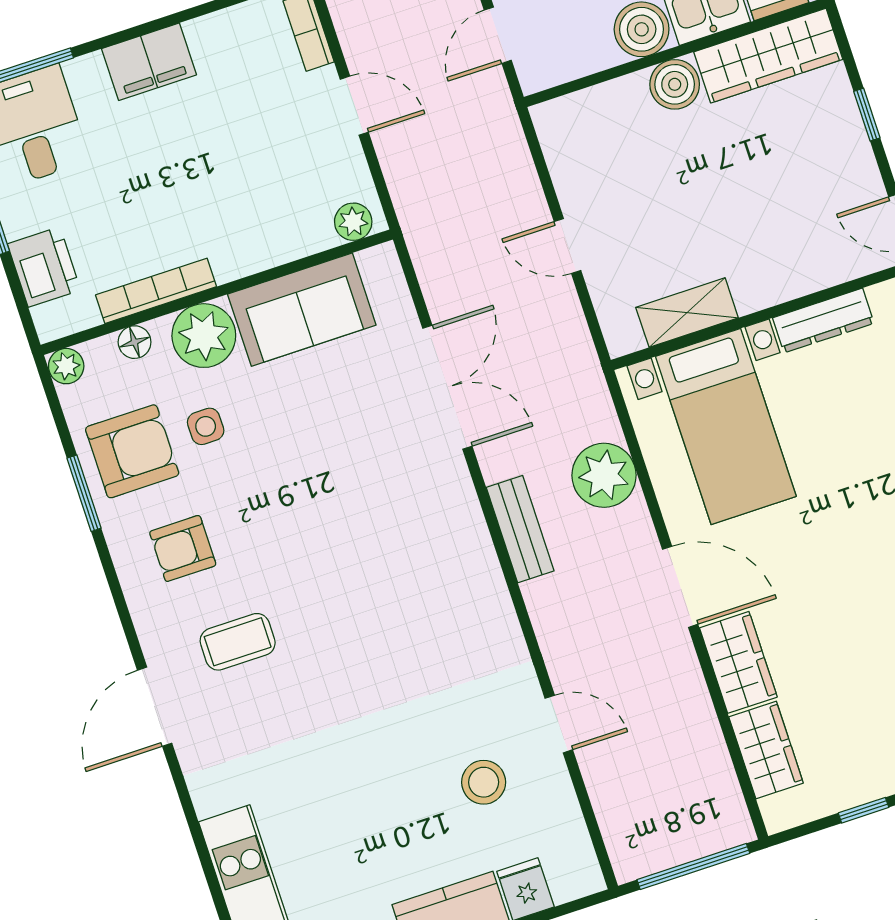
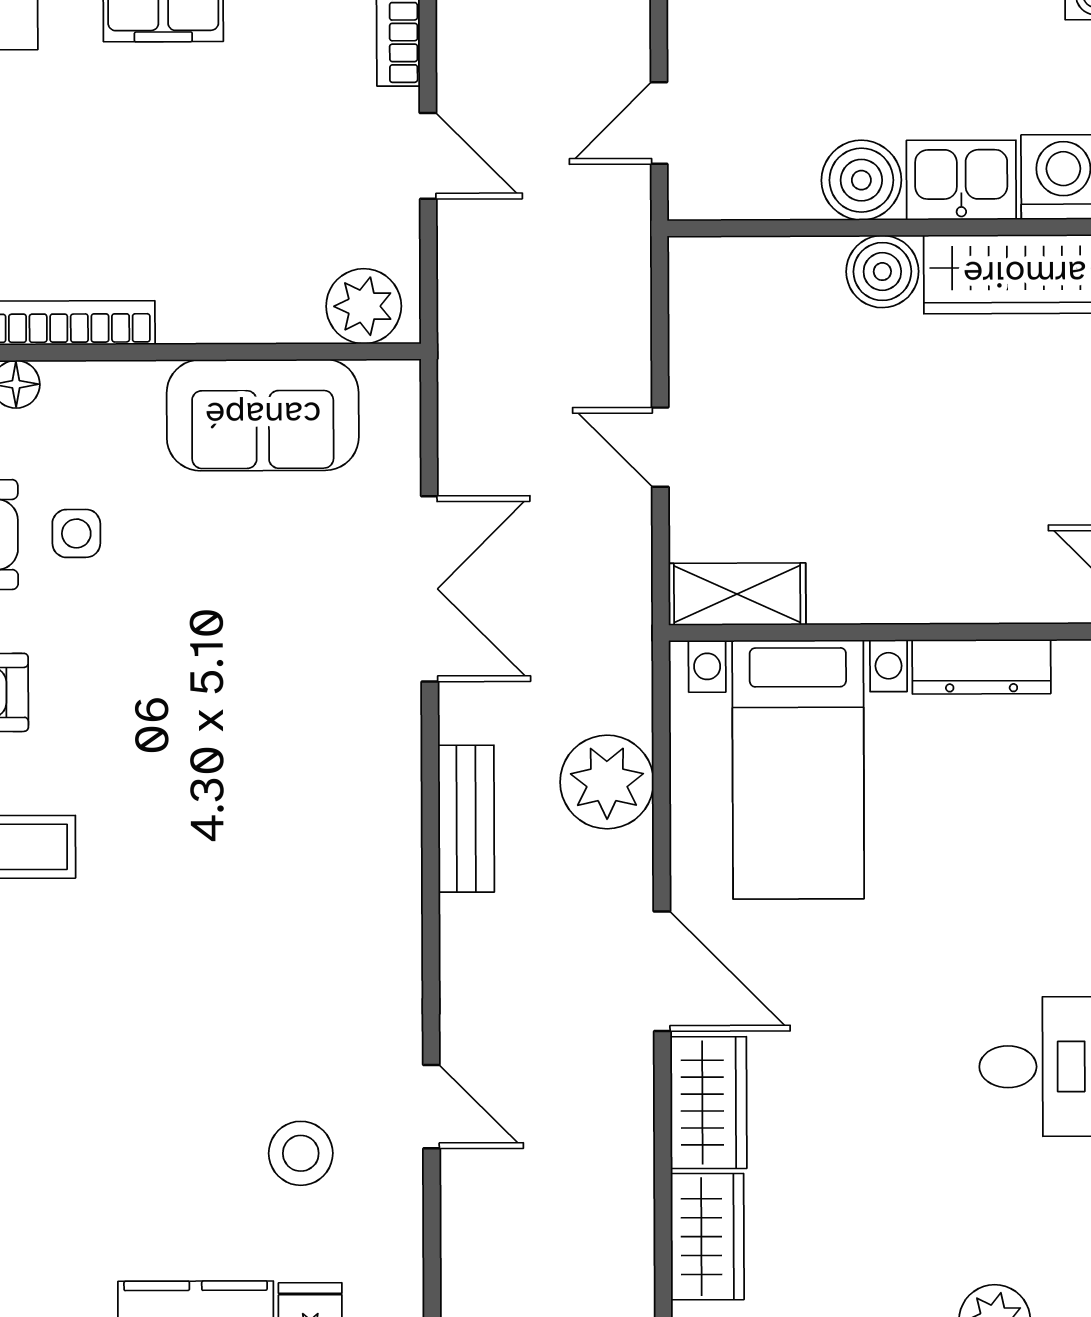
plant: (353, 222) -> (364, 306), width x1.38, depth x1.38
shelving: (687, 313) -> (737, 594), moved
plant: (204, 336) -> (115, 407), removed

